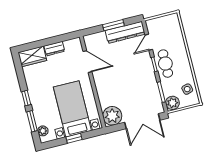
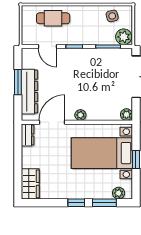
dresser: (125, 32) -> (30, 92), moved
dresser: (54, 49) -> (28, 135), moved
cafe table: (165, 64) -> (53, 18), moved
plant: (99, 83) -> (80, 115), added
plant: (112, 116) -> (126, 115), width x0.53, depth x0.53

